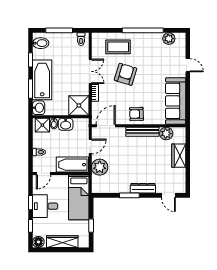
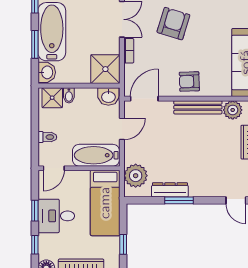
washbasin: (66, 124) -> (108, 97), moved
plant: (100, 167) -> (136, 176), moved
dresser: (143, 188) -> (170, 190), moved

